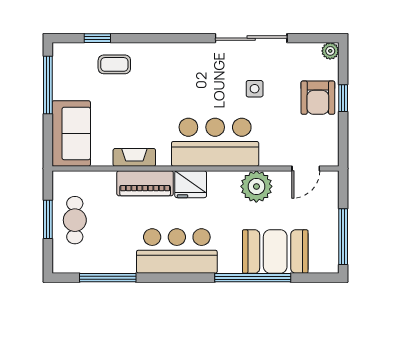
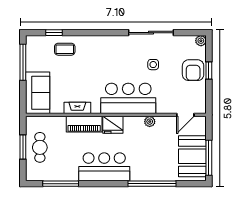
plant: (256, 186) -> (150, 122), width x0.53, depth x0.53
booth: (275, 251) -> (192, 156), moved, turned 90

